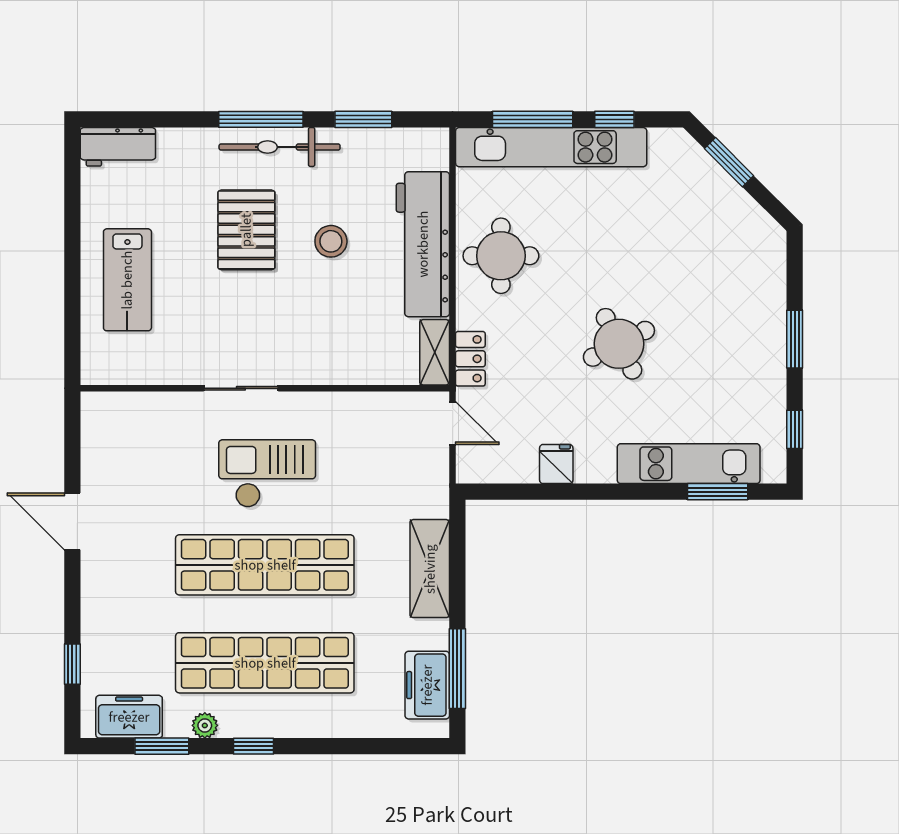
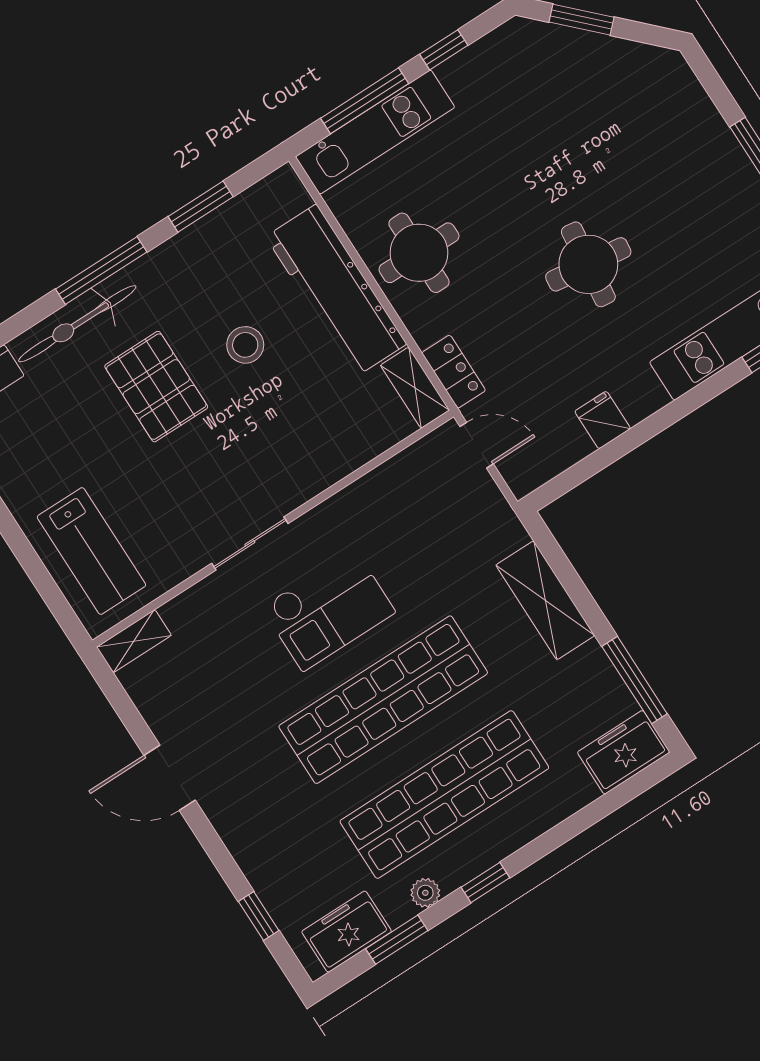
bicycle: (280, 147) -> (77, 324), moved
kitchen unit: (551, 147) -> (375, 132), width x0.73
lab bench: (127, 280) -> (91, 551), moved
round table: (619, 344) -> (588, 264), turned 34
shelving: (111, 405) -> (134, 641), added
checkout: (267, 474) -> (328, 610), turned 180
freezer: (427, 685) -> (624, 752), moved, turned 90

